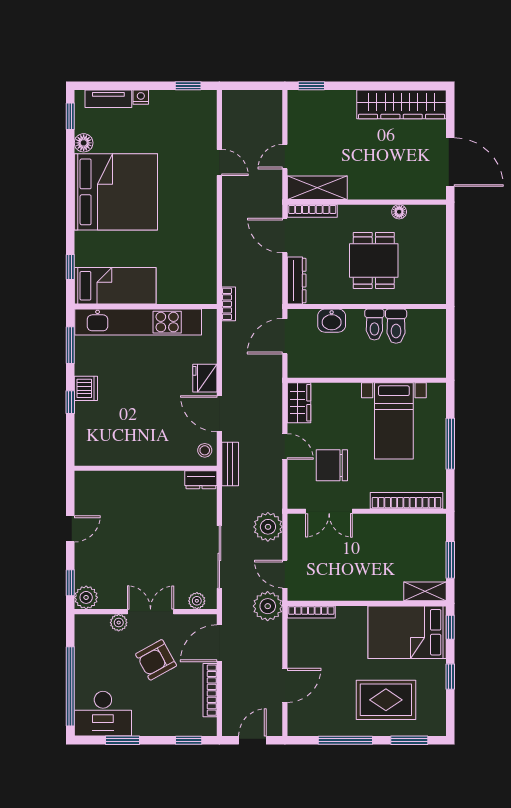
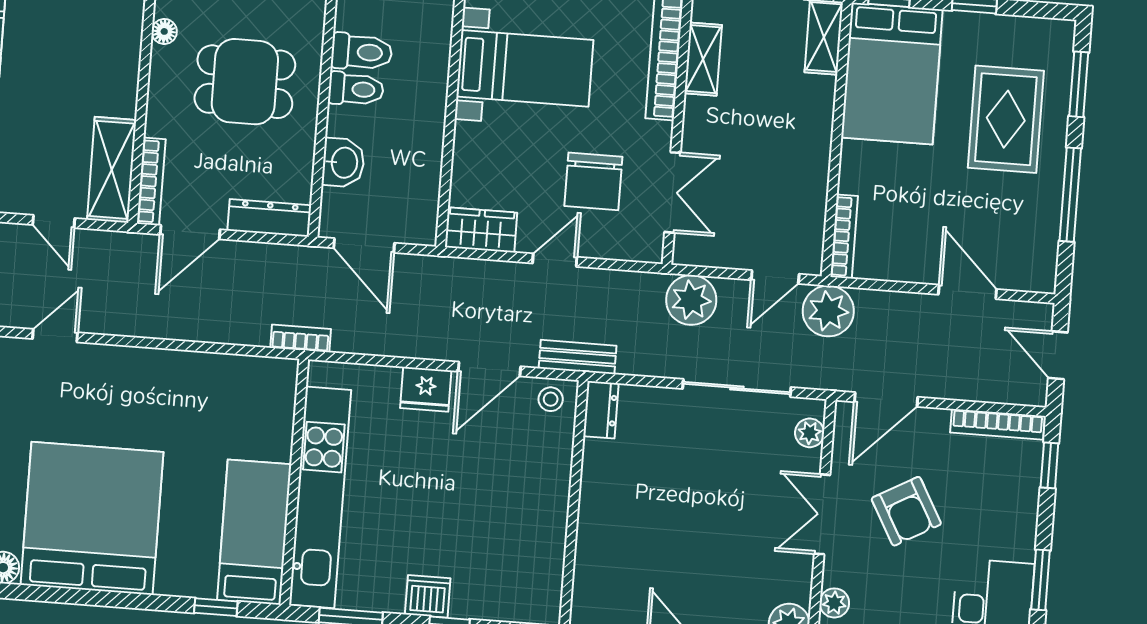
shelving: (407, 523) -> (703, 59), added
plant: (119, 623) -> (834, 603), moved
door: (219, 643) -> (886, 400), hinge flipped
bookcase: (210, 690) -> (998, 424), moved

